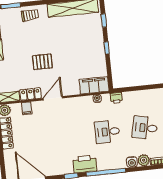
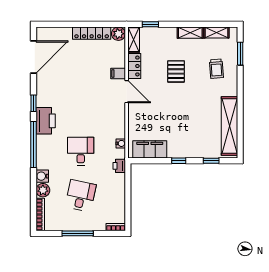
trolley: (30, 15) -> (216, 69), moved
pallet: (42, 62) -> (176, 71), moved
filing cabinet: (94, 85) -> (150, 149), moved, turned -90
filing cabinet: (27, 108) -> (118, 73), moved

